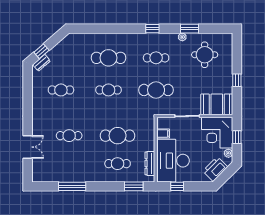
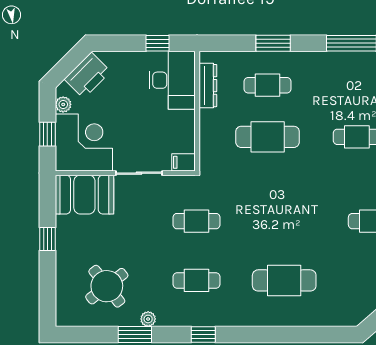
round table: (205, 55) -> (107, 286), turned -38
cafe table: (109, 90) -> (284, 221), removed
cafe table: (156, 90) -> (196, 221), width x0.73, depth x0.74
filing cabinet: (163, 133) -> (183, 162), moved
desk: (173, 161) -> (172, 80), width x0.73, depth x0.77
window: (134, 186) -> (273, 43), moved

